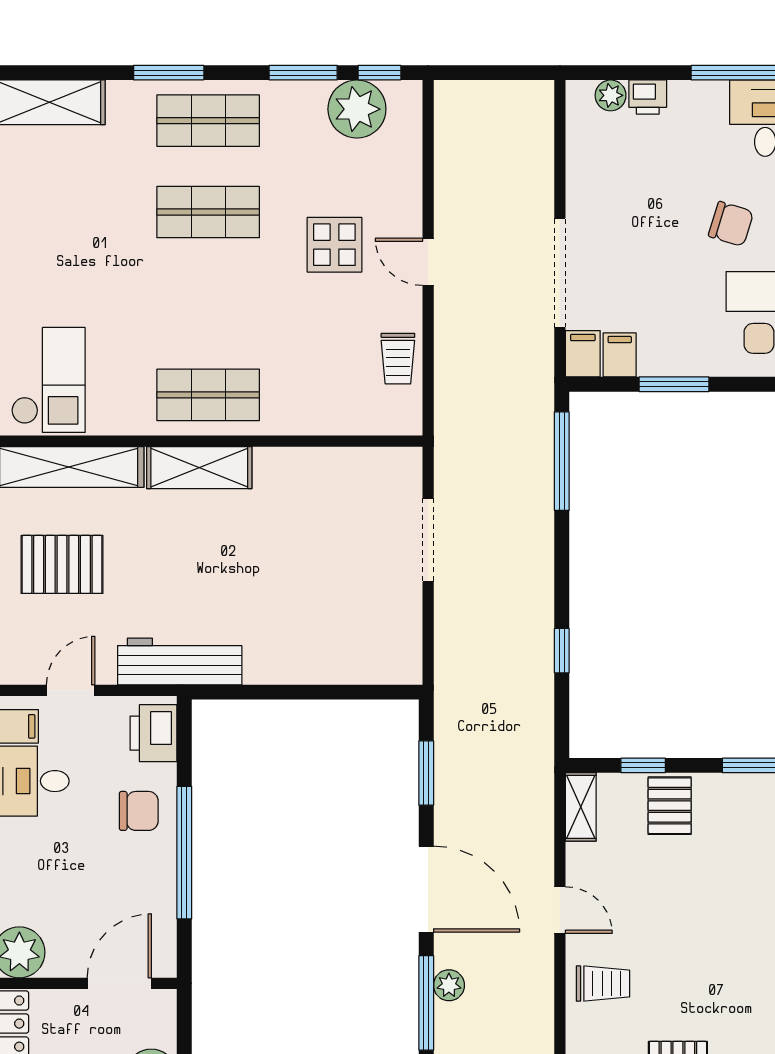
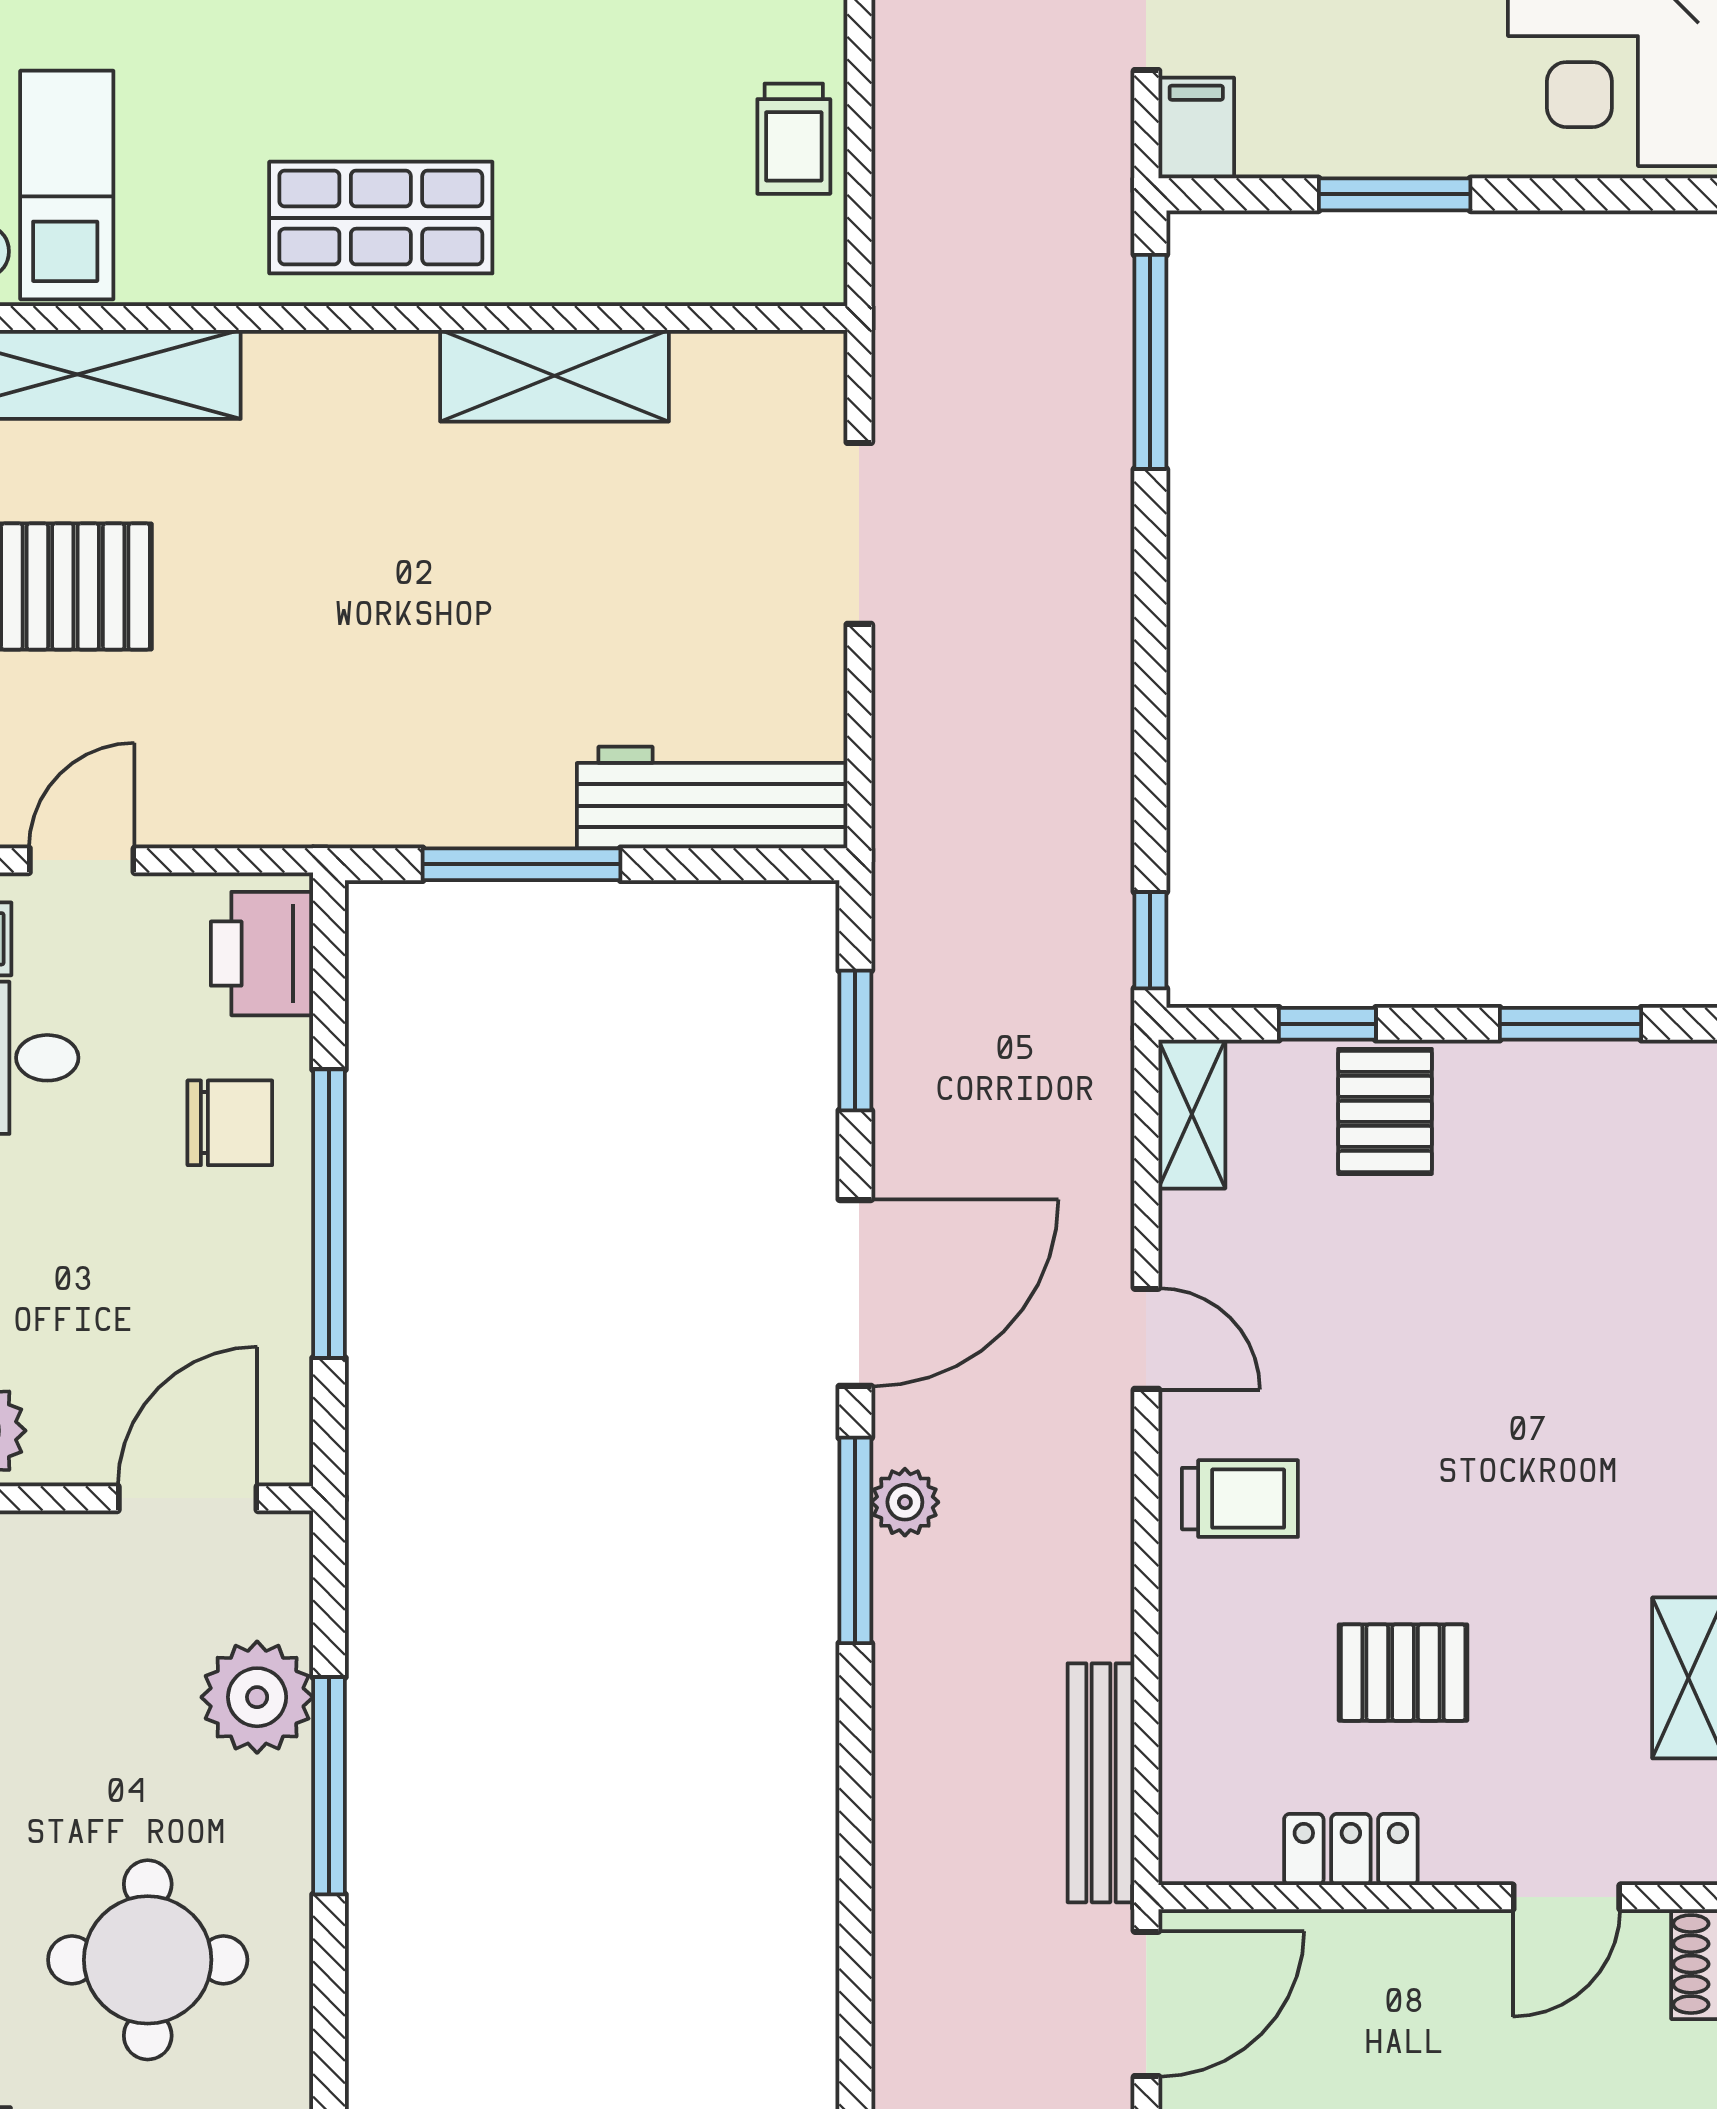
filing cabinet: (620, 355) -> (1276, 131), removed
shelving: (199, 468) -> (554, 376), moved
window: (562, 651) -> (1150, 940), moved
workbench: (180, 661) -> (712, 798), moved
window: (273, 692) -> (522, 864), added
door: (426, 889) -> (855, 1293), hinge flipped

